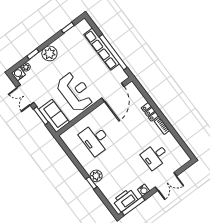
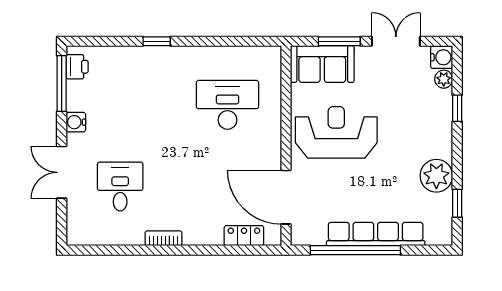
plant: (49, 53) -> (436, 176), moved
reception desk: (75, 92) -> (336, 132), turned 180
locker: (150, 112) -> (244, 236), moved
plant: (96, 176) -> (163, 59), removed
printer: (125, 200) -> (77, 67), width x0.53, depth x0.68

